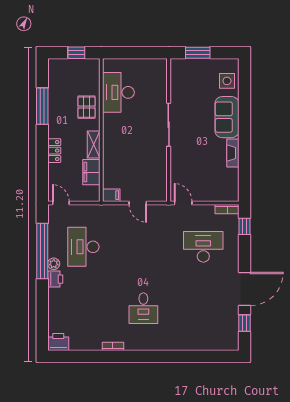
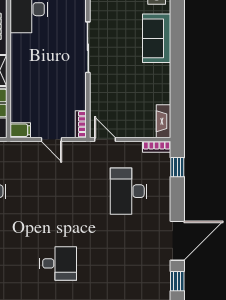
fireplace: (233, 153) -> (164, 121), moved
bookcase: (163, 190) -> (81, 124), added
desk: (203, 247) -> (129, 191), turned -90
desk: (143, 308) -> (58, 263), turned -90

